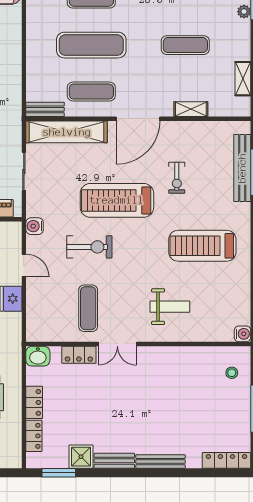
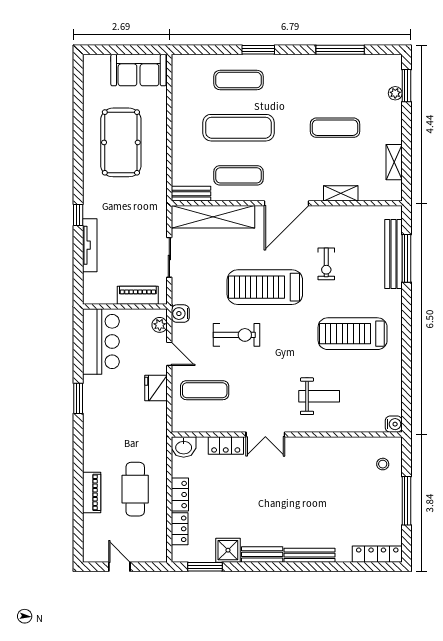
plant: (14, 237) -> (160, 325), added
exercise mat: (88, 308) -> (205, 390), moved, turned 90

